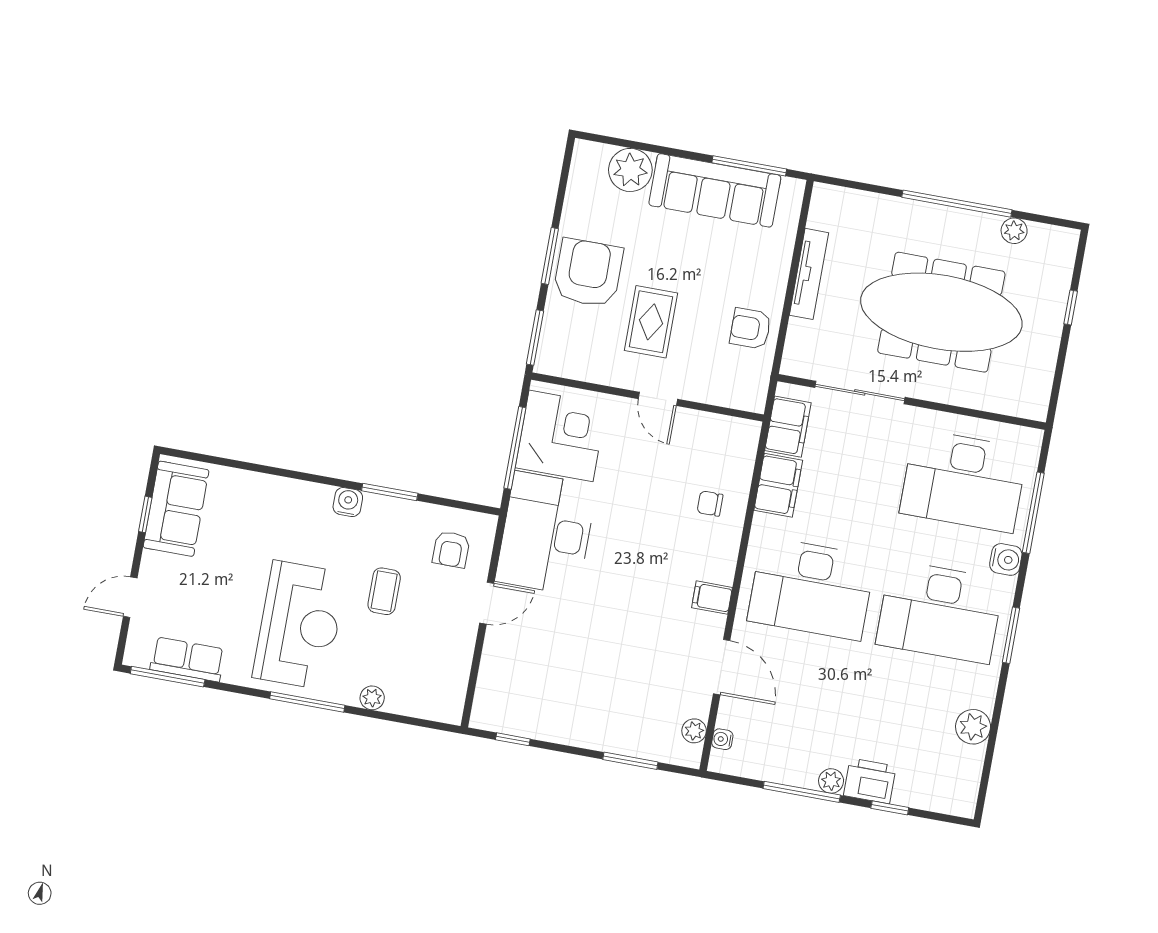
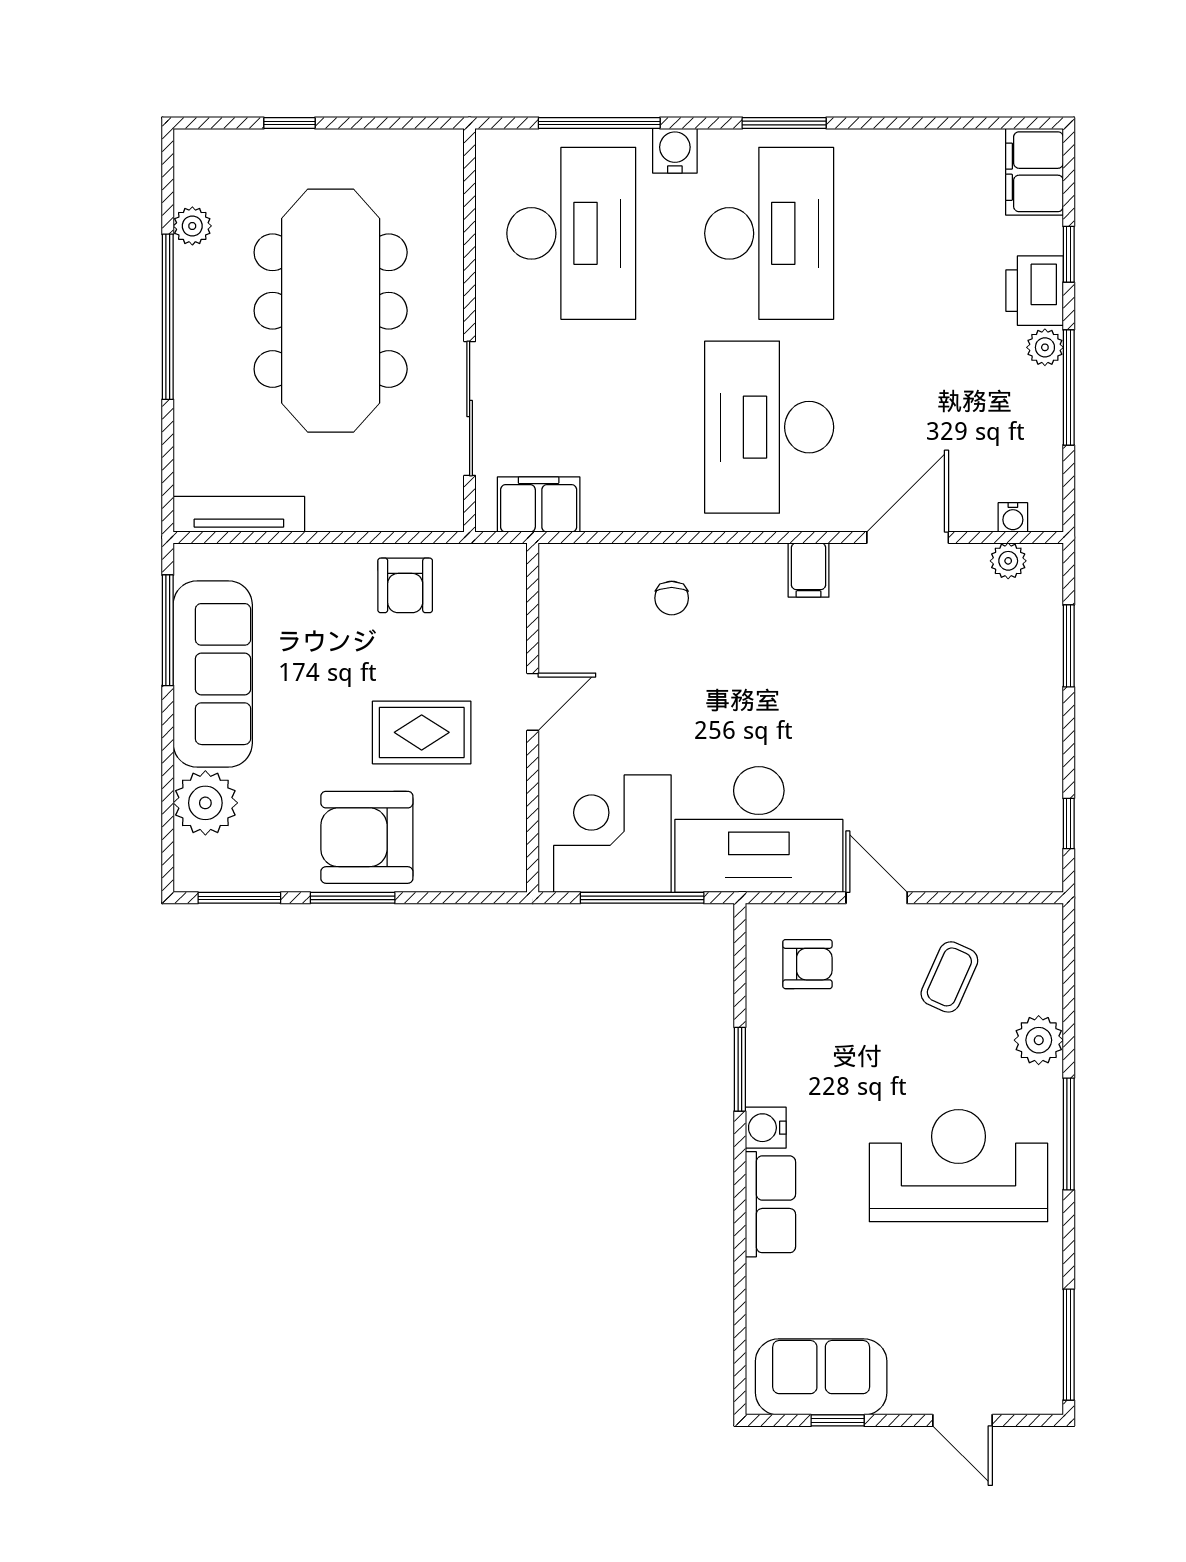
tv unit: (809, 274) -> (239, 514), moved
window: (535, 338) -> (239, 898), moved
filing cabinet: (778, 485) -> (1034, 172), moved, turned -90
desk: (811, 589) -> (769, 427), turned 180
coffee table: (384, 591) -> (949, 977), moved, turned -66
row of seats: (187, 659) -> (770, 1204), moved, turned 180
plant: (372, 698) -> (1039, 1040), width x1.38, depth x1.38
plant: (973, 727) -> (928, 154), removed

